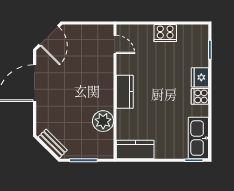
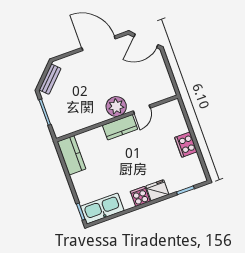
door: (115, 44) -> (142, 109), moved
plant: (103, 121) -> (116, 106), moved

